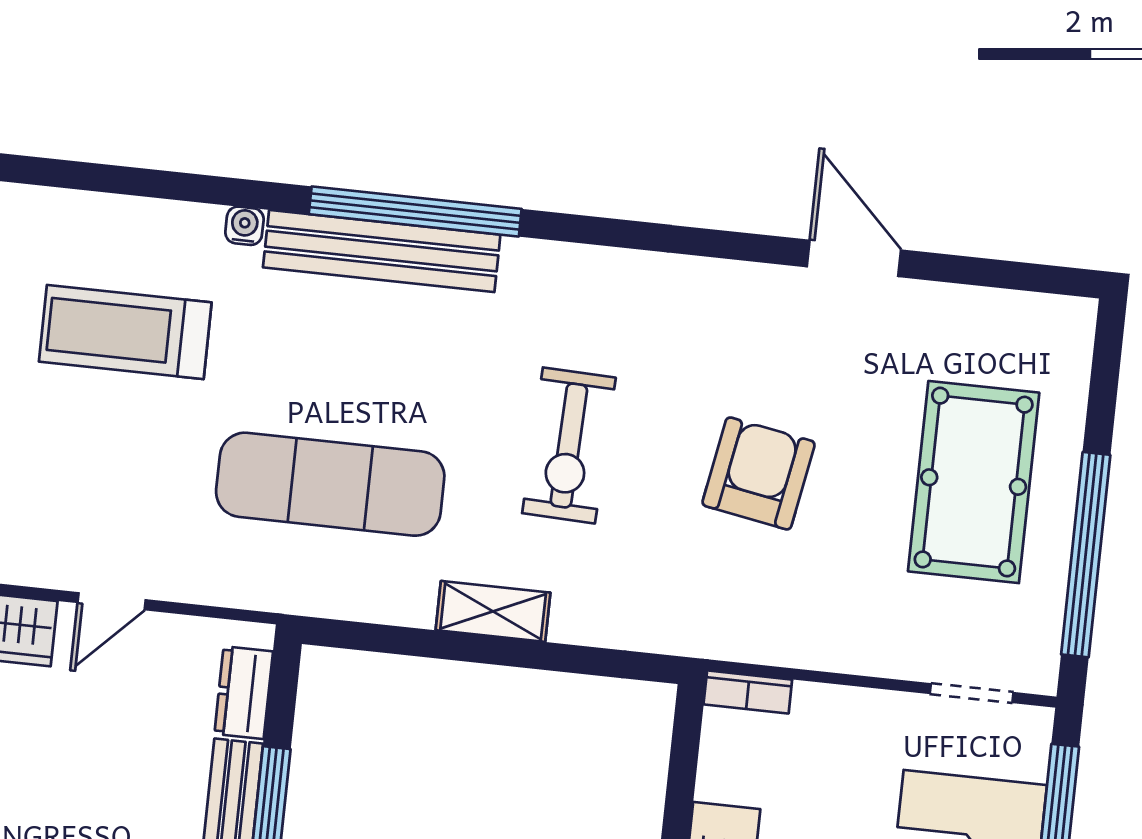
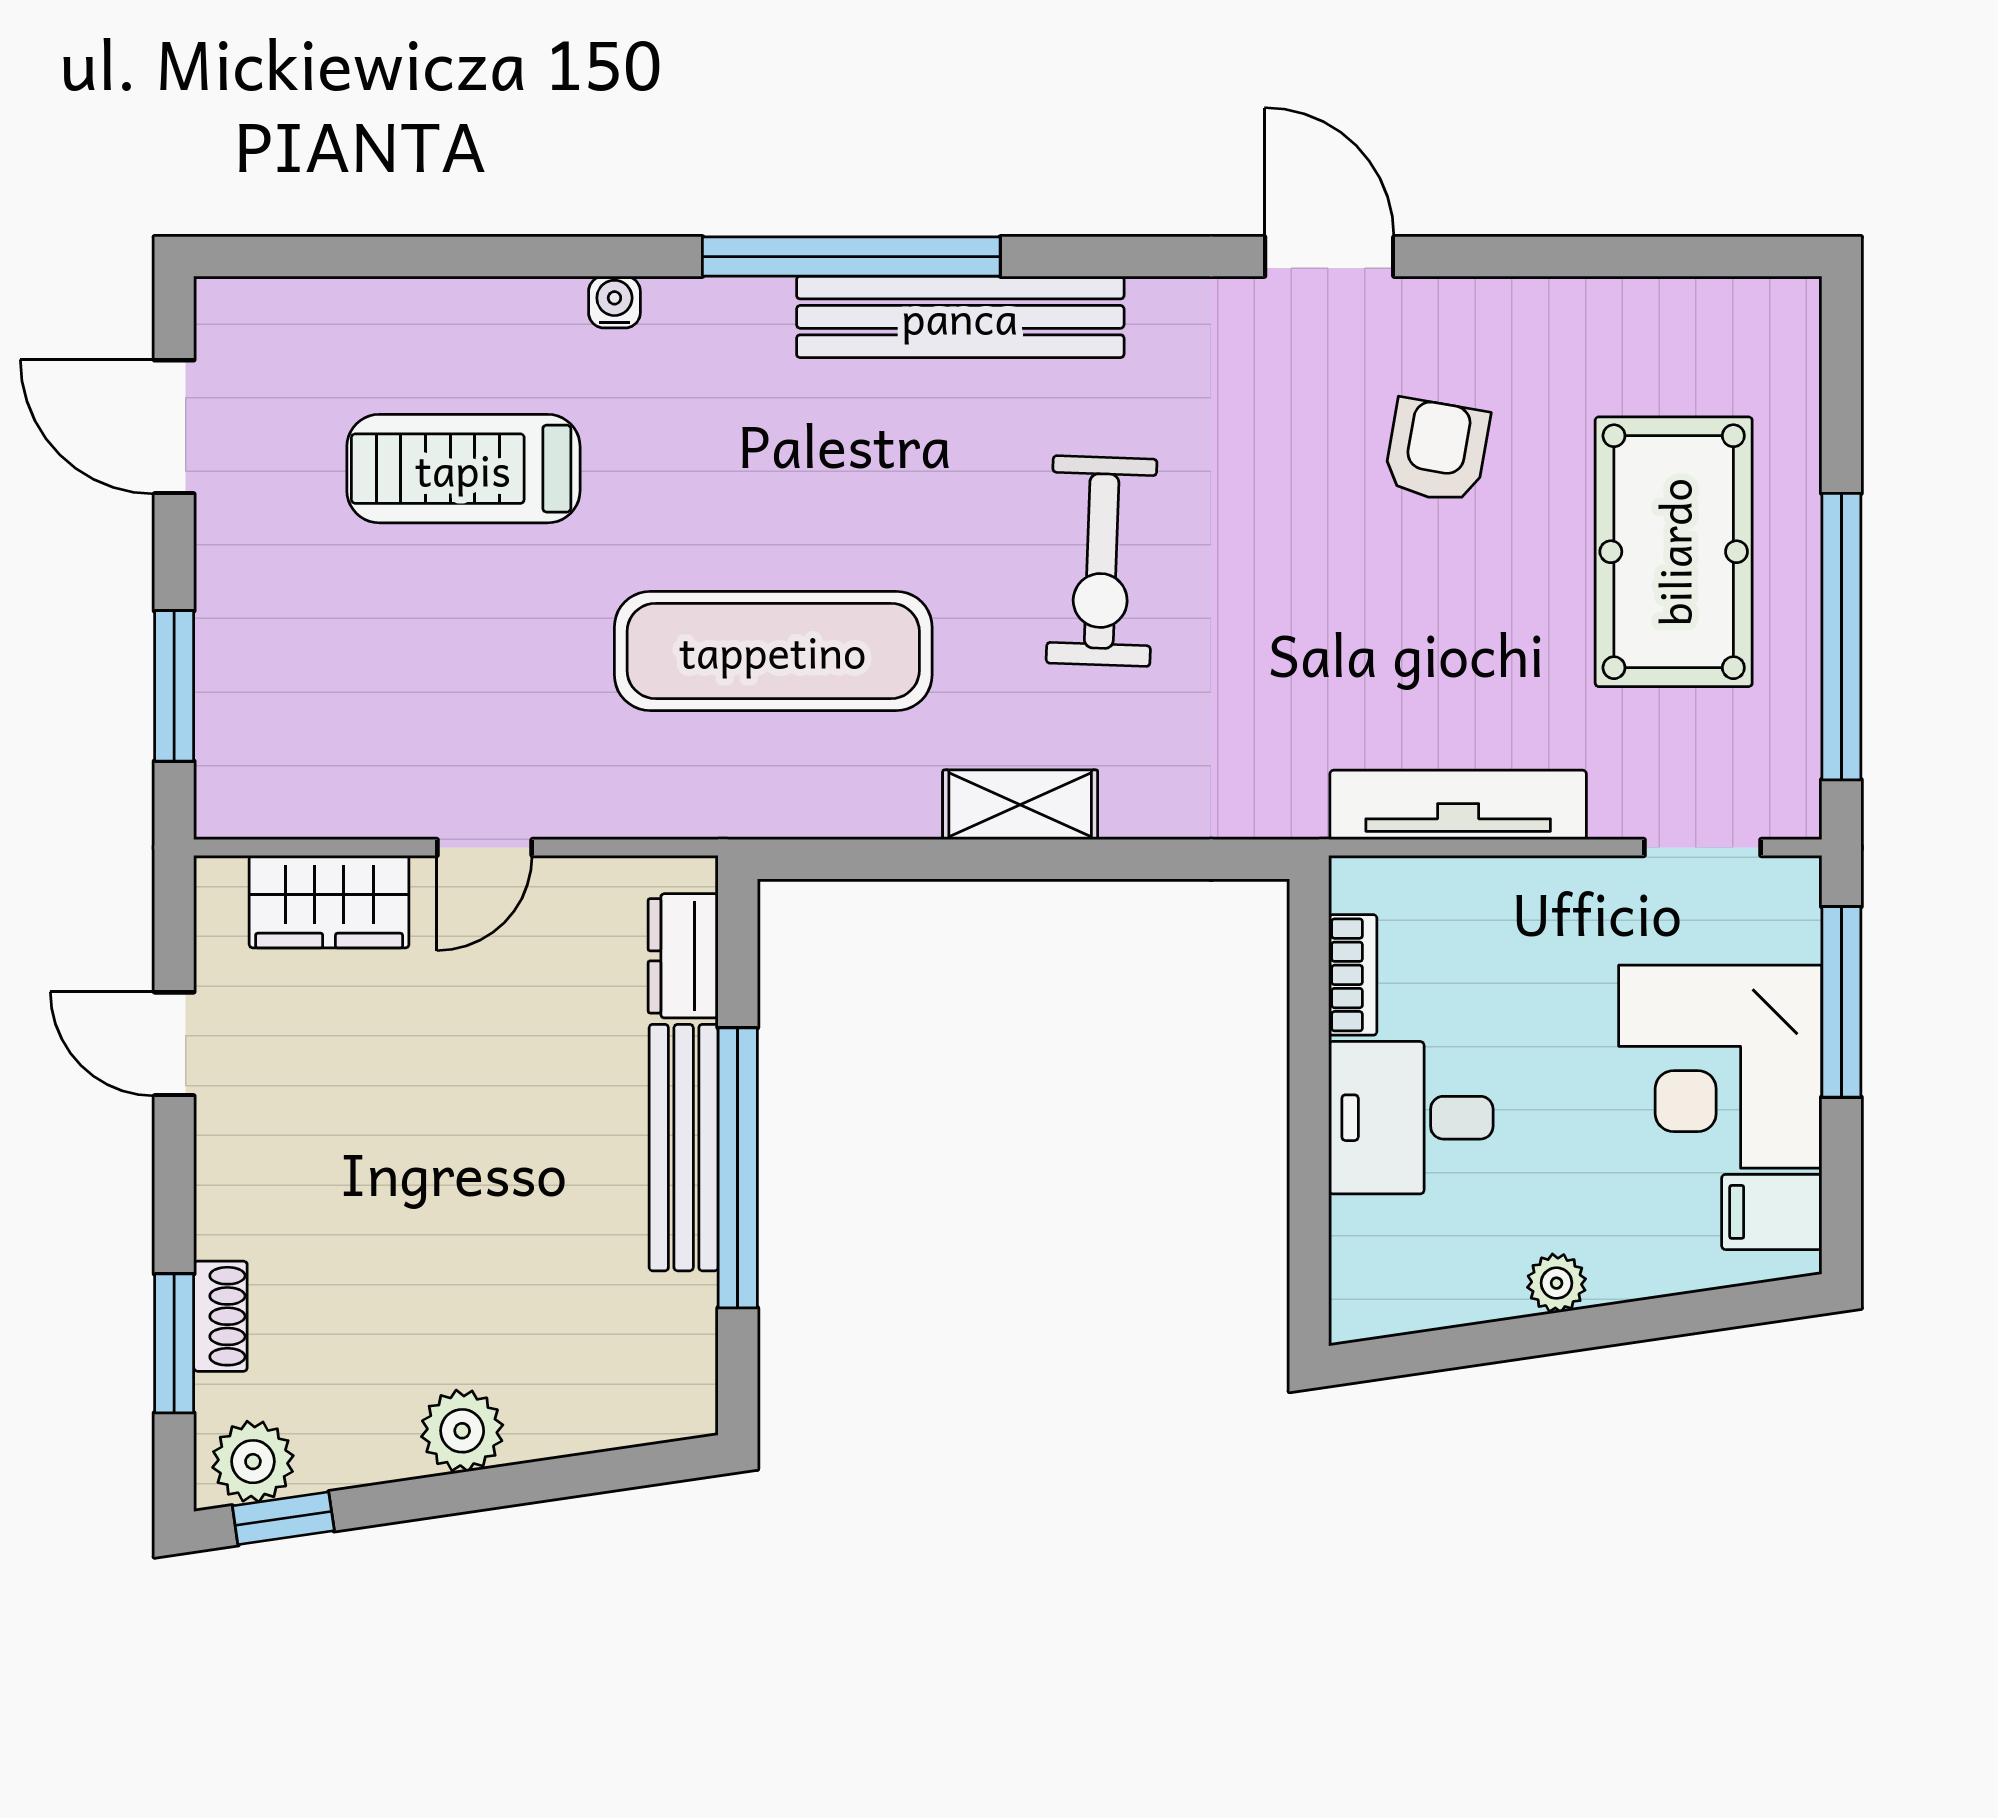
bench: (382, 251) -> (960, 317), moved
door: (854, 258) -> (1329, 257), moved
armchair: (759, 473) -> (1437, 451), moved, width x0.72, depth x0.72
tv unit: (802, 645) -> (1458, 805), added
bookcase: (748, 692) -> (1353, 975), moved, turned -90

